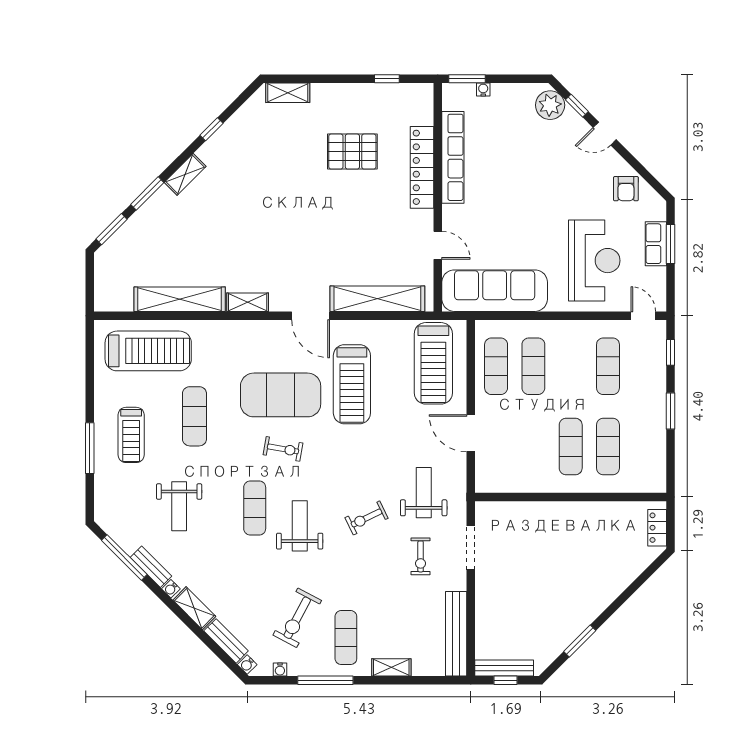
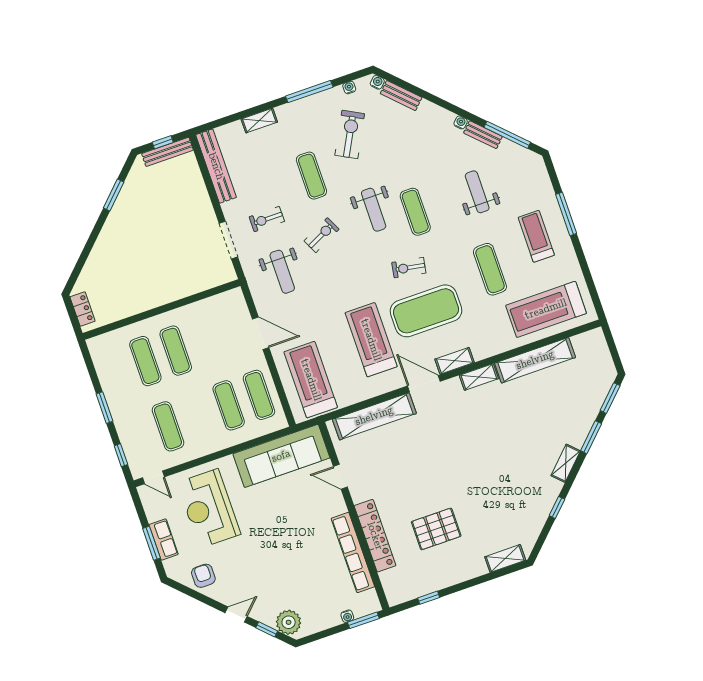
exercise bike: (421, 556) -> (267, 219), turned -90
shelving: (194, 608) -> (455, 361), moved, turned -45
exercise mat: (346, 638) -> (311, 176), moved

